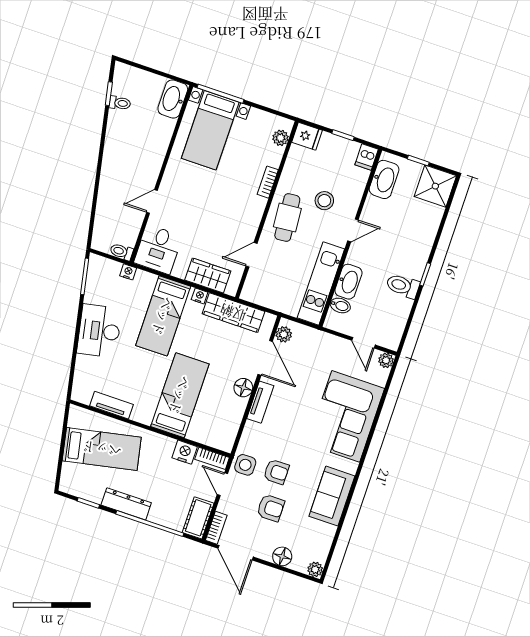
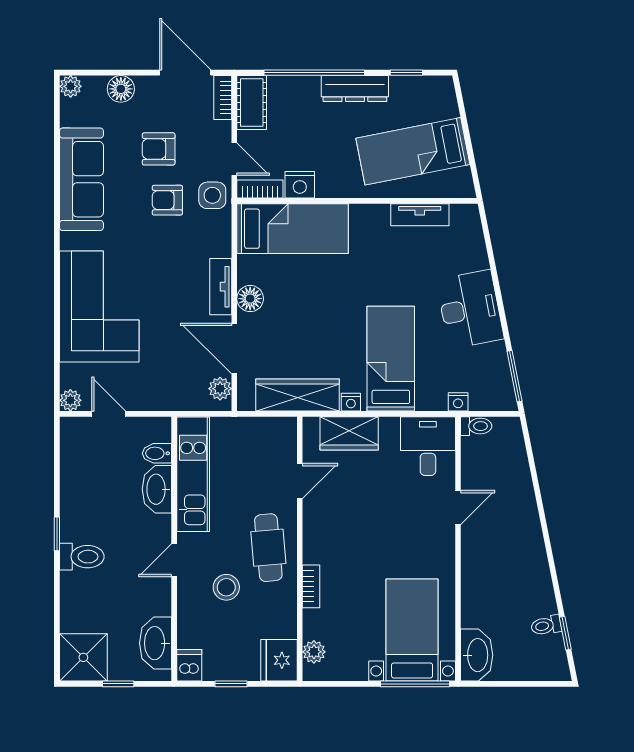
fridge: (307, 136) -> (279, 660), width x1.38
toilet: (403, 286) -> (82, 557), moved
bed: (180, 395) -> (292, 229), moved, turned -90
sofa: (332, 496) -> (81, 179), width x1.36

